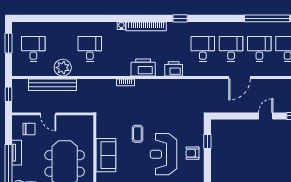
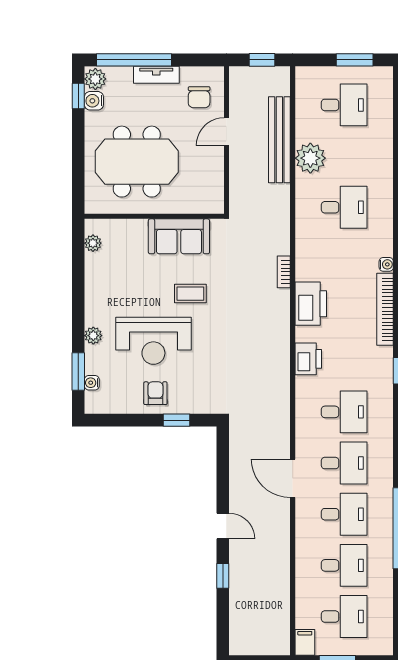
reception desk: (164, 154) -> (153, 341), turned 180
sofa: (106, 155) -> (179, 236), moved

